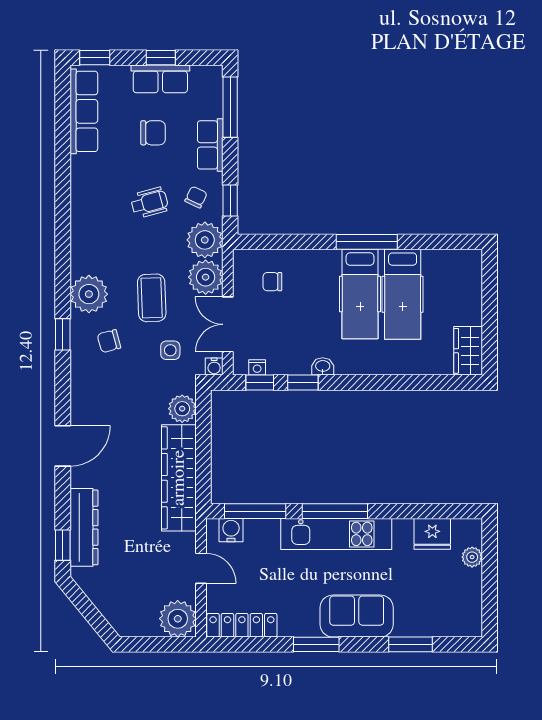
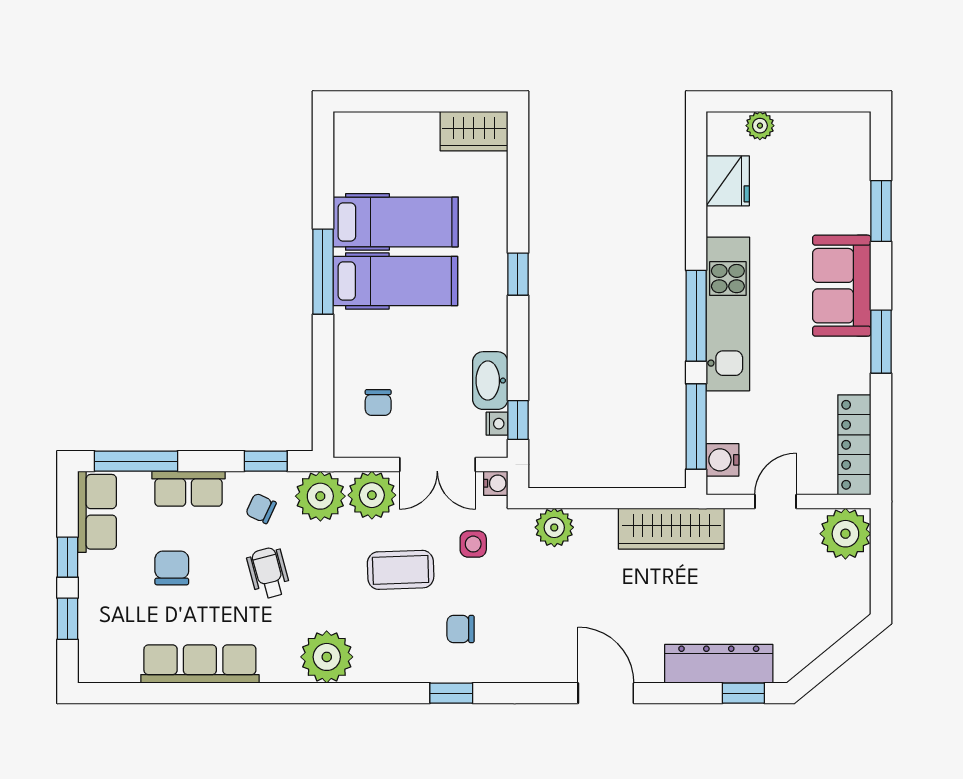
window: (95, 58) -> (67, 619), moved
row of seats: (160, 79) -> (97, 512), moved
row of seats: (84, 111) -> (200, 664), moved
plant: (89, 294) -> (327, 657), moved
chair: (109, 341) -> (461, 629), turned 105
washbasin: (323, 366) -> (490, 381), moved, width x1.91, depth x1.45
window: (303, 383) -> (518, 274), moved
wardrobe: (179, 478) -> (671, 529), width x0.71, depth x0.85

